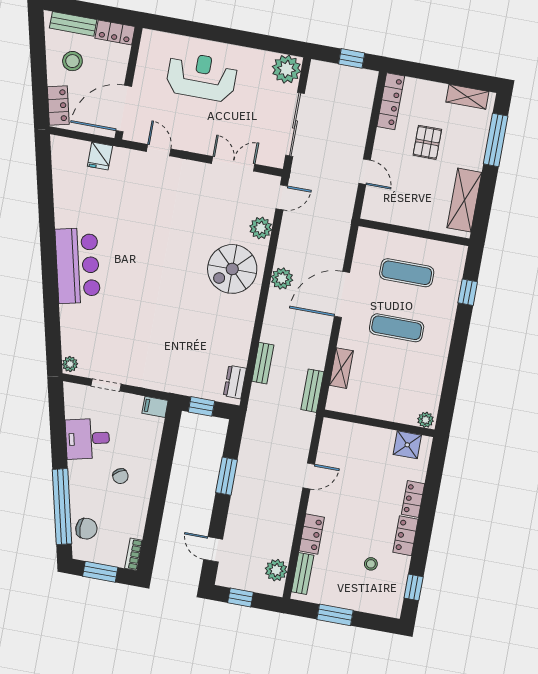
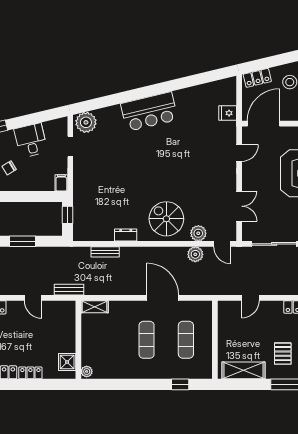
door: (124, 109) -> (263, 124), hinge flipped
pallet: (427, 142) -> (283, 354), moved, turned 90
plant: (282, 278) -> (195, 254), moved
plant: (70, 364) -> (86, 122), width x1.88, depth x1.88
shelving: (341, 368) -> (95, 307), moved
dresser: (235, 382) -> (126, 235), moved
bench: (312, 391) -> (69, 290), moved

